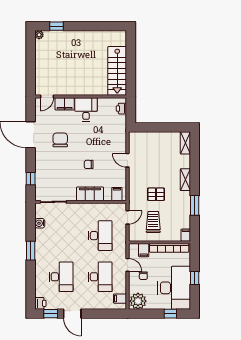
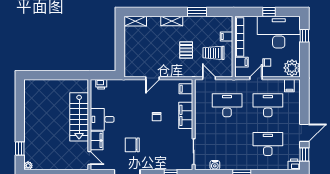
stairs: (117, 71) -> (79, 117), moved, turned 90
filing cabinet: (186, 235) -> (227, 36), moved

